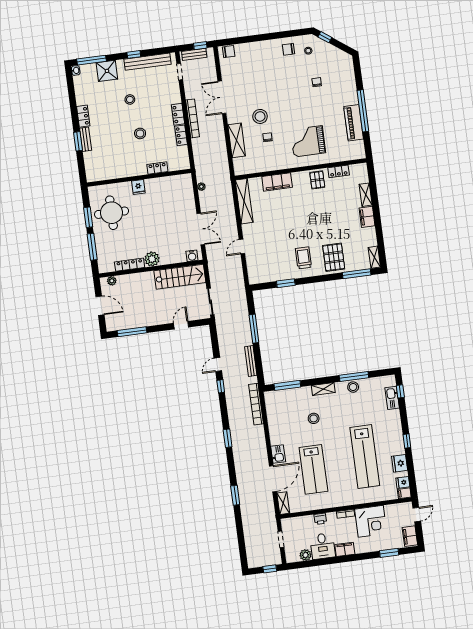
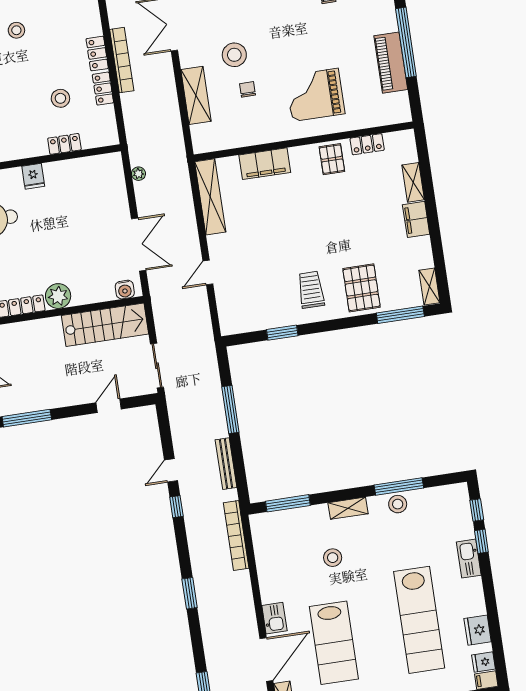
stool: (140, 133) -> (60, 98), moved
kitchen sink: (392, 398) -> (469, 559), moved
window: (407, 441) -> (481, 541), moved

